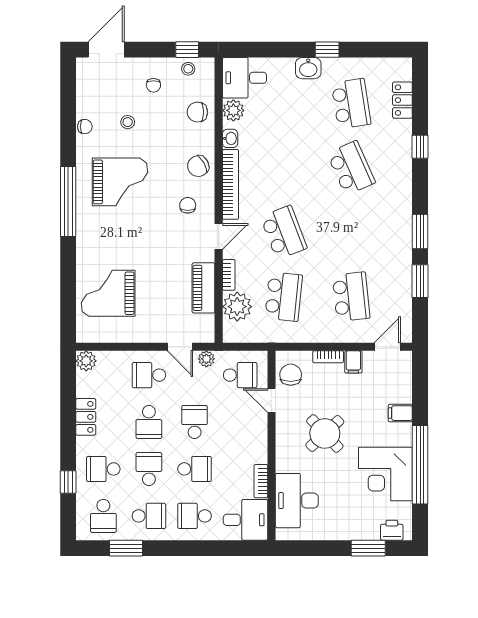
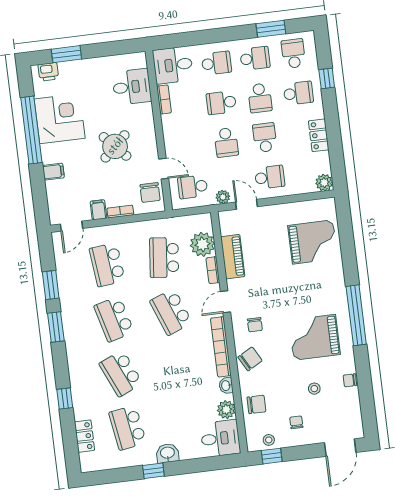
school desk: (351, 232) -> (114, 319), added
desk: (297, 501) -> (132, 87), width x0.73
school desk: (149, 516) -> (255, 58), turned 180

